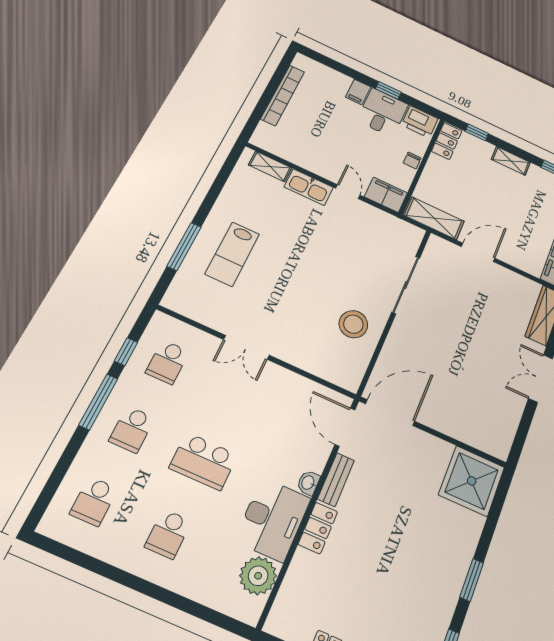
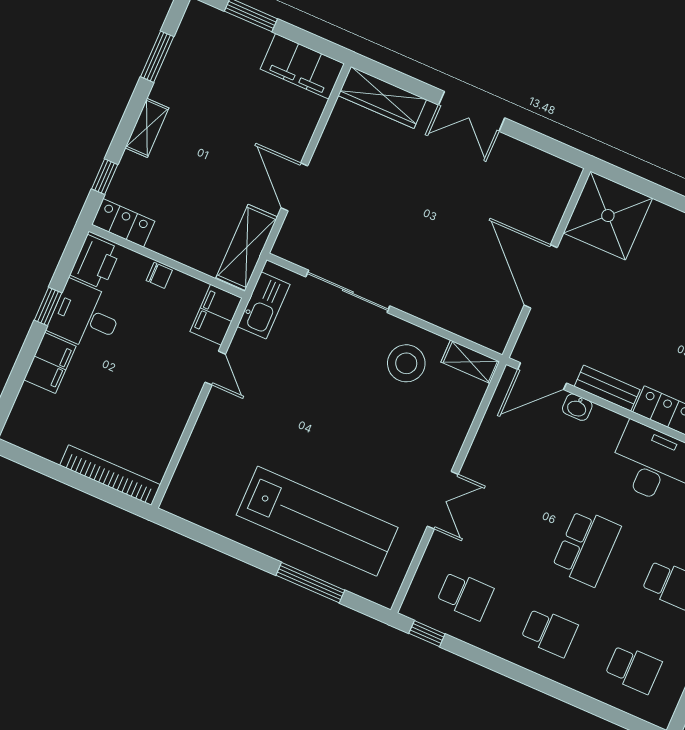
filing cabinet: (358, 92) -> (50, 363), width x2.00
bookcase: (283, 95) -> (110, 475), moved
shelving: (270, 166) -> (470, 362), moved, turned 90
kitchen sink: (309, 187) -> (264, 305), moved
door: (348, 192) -> (215, 368), swing flipped
lab bench: (232, 254) -> (317, 521), width x1.86, depth x1.39
window: (126, 352) -> (427, 634), moved
window: (98, 402) -> (517, 673), removed
door: (390, 413) -> (541, 276), moved
washbasin: (308, 483) -> (577, 407), moved

